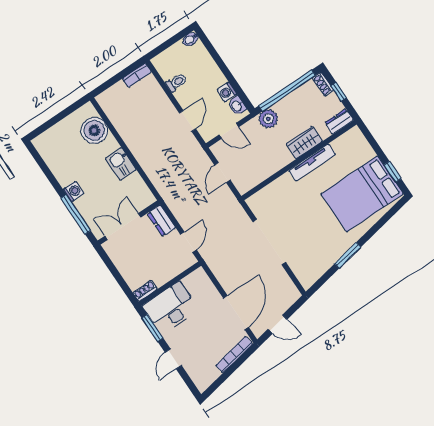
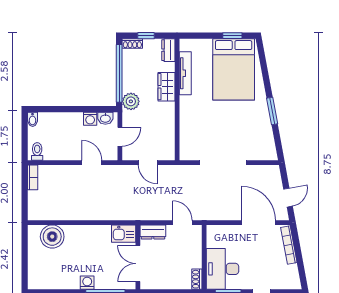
toilet: (176, 82) -> (37, 151), moved
tv unit: (312, 162) -> (185, 73), moved
kitchen sink: (121, 164) -> (124, 234), moved

